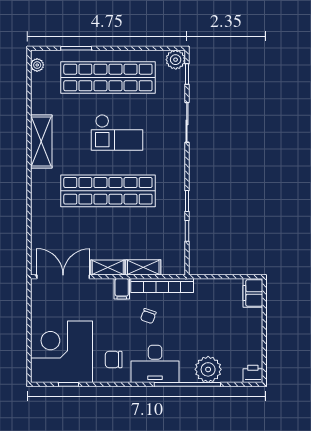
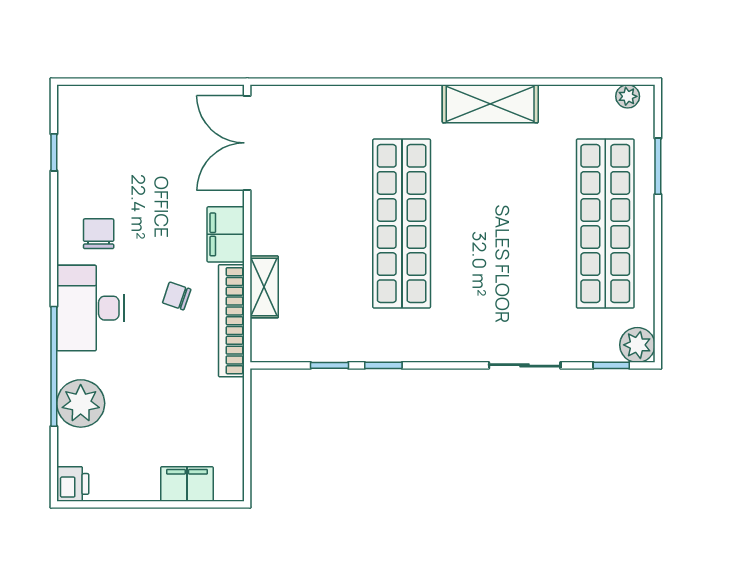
checkout: (117, 132) -> (506, 240), removed
shelving: (108, 267) -> (264, 223), removed
double door: (63, 277) -> (247, 143), swing flipped
filing cabinet: (122, 289) -> (226, 234), width x2.00
filing cabinet: (253, 293) -> (187, 484), moved
corner desk: (62, 352) -> (112, 140), removed

